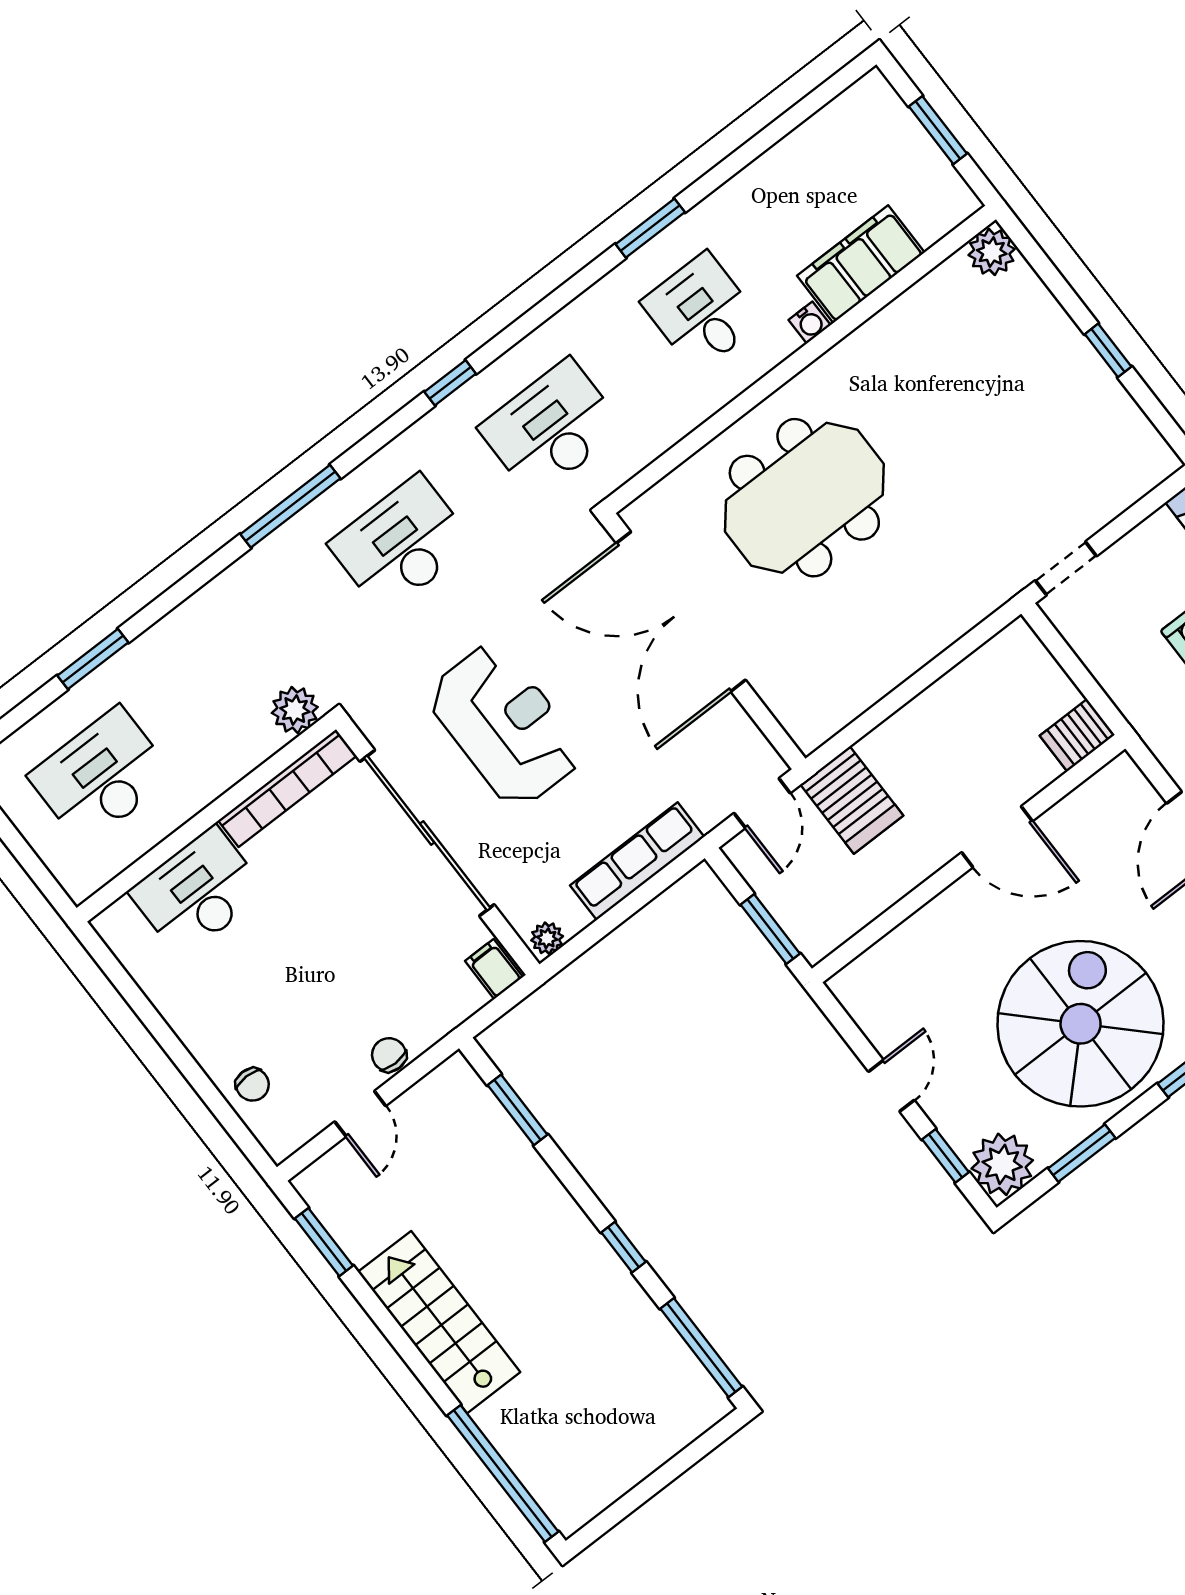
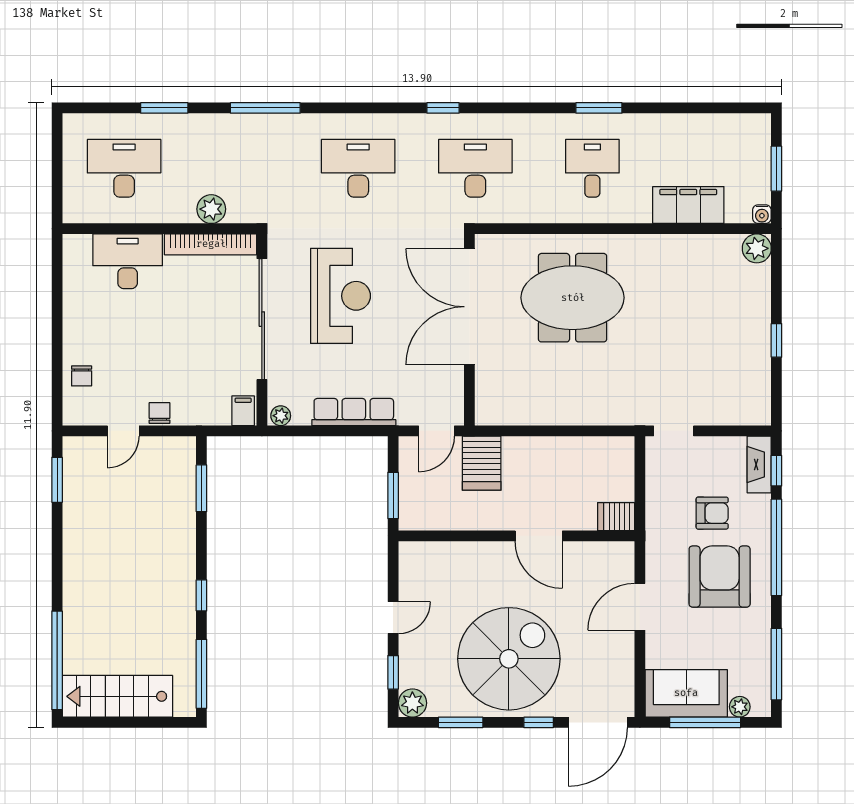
water cooler: (810, 322) -> (762, 214), moved
window: (290, 506) -> (265, 108), moved
plant: (295, 710) -> (211, 209), moved
plant: (1002, 1164) -> (412, 703), width x0.73, depth x0.73
stairs: (439, 1322) -> (117, 696), moved, turned -90

